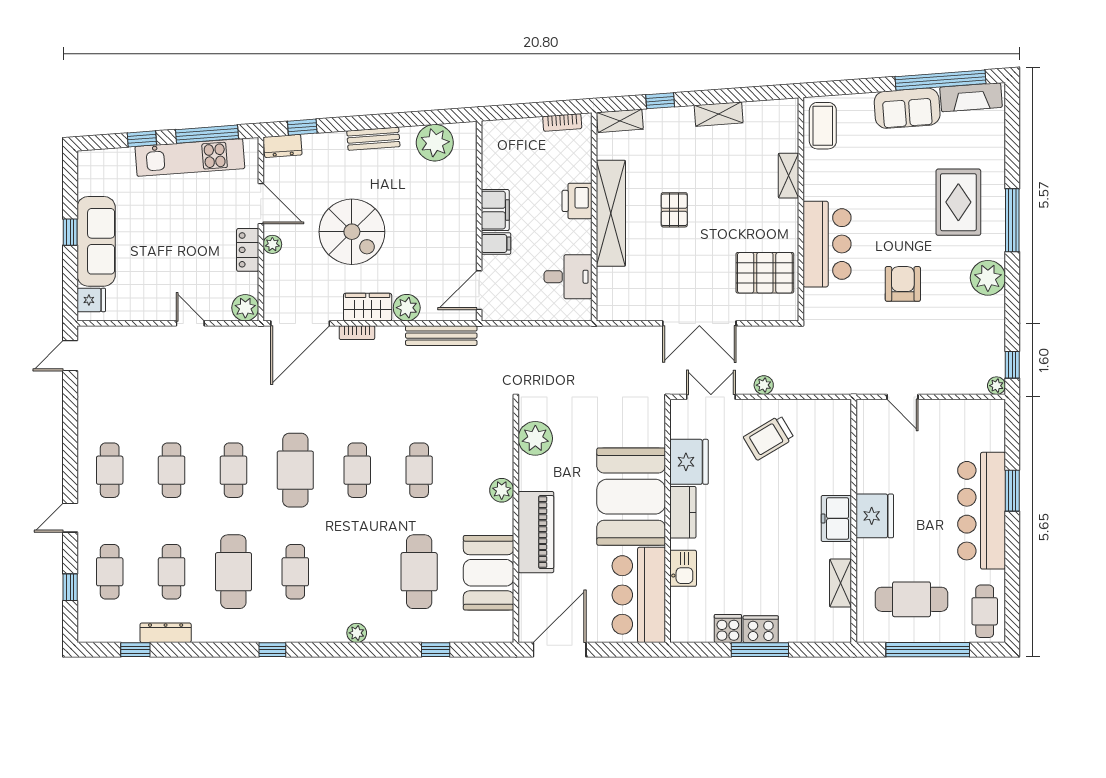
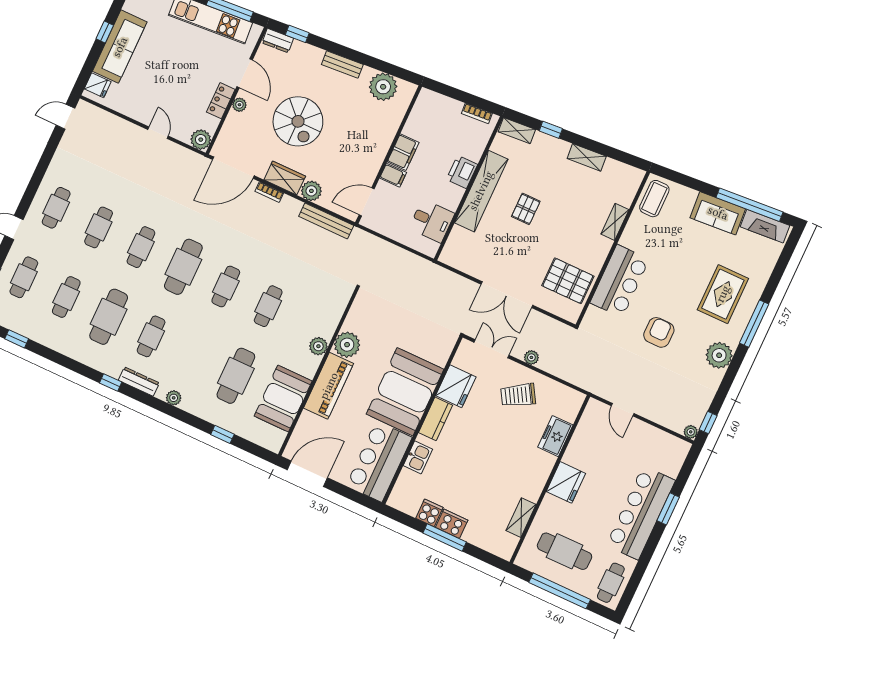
plant: (535, 438) -> (347, 345), moved
freezer: (836, 518) -> (555, 436), moved
dresser: (166, 633) -> (139, 382), moved

